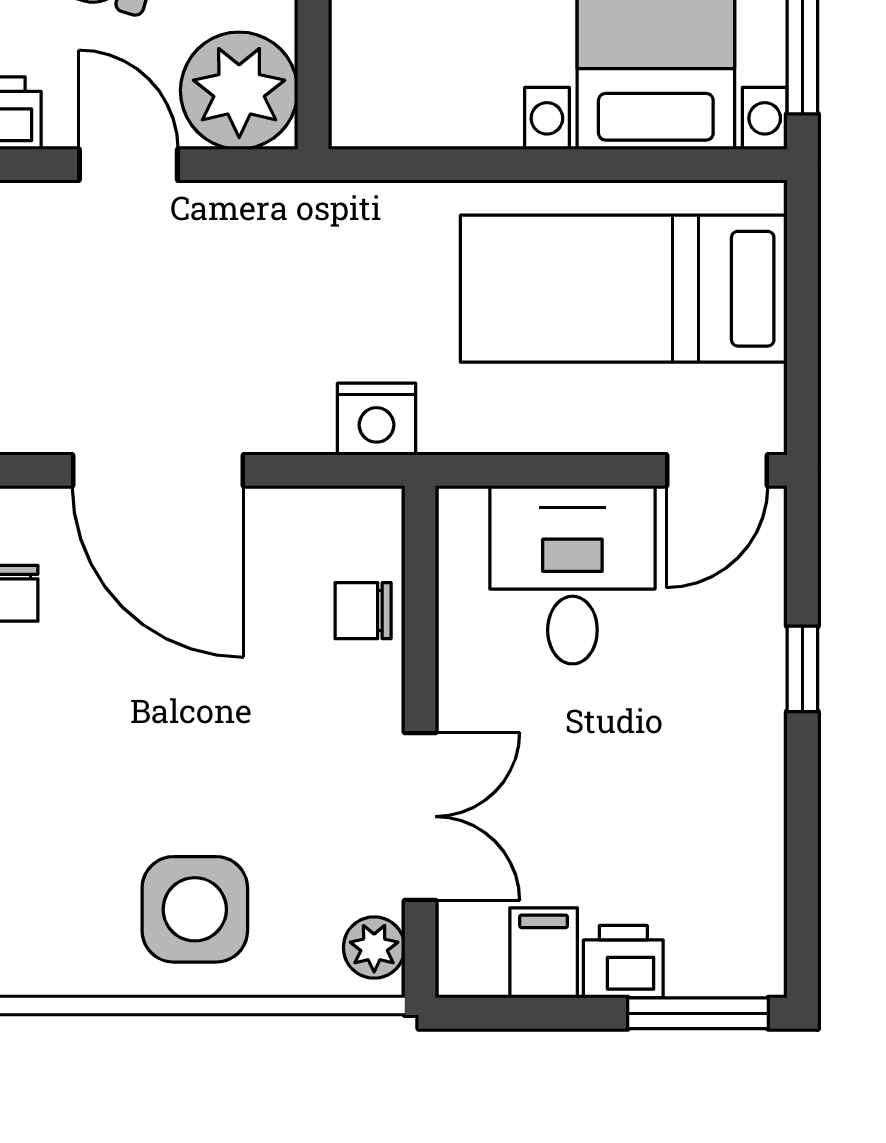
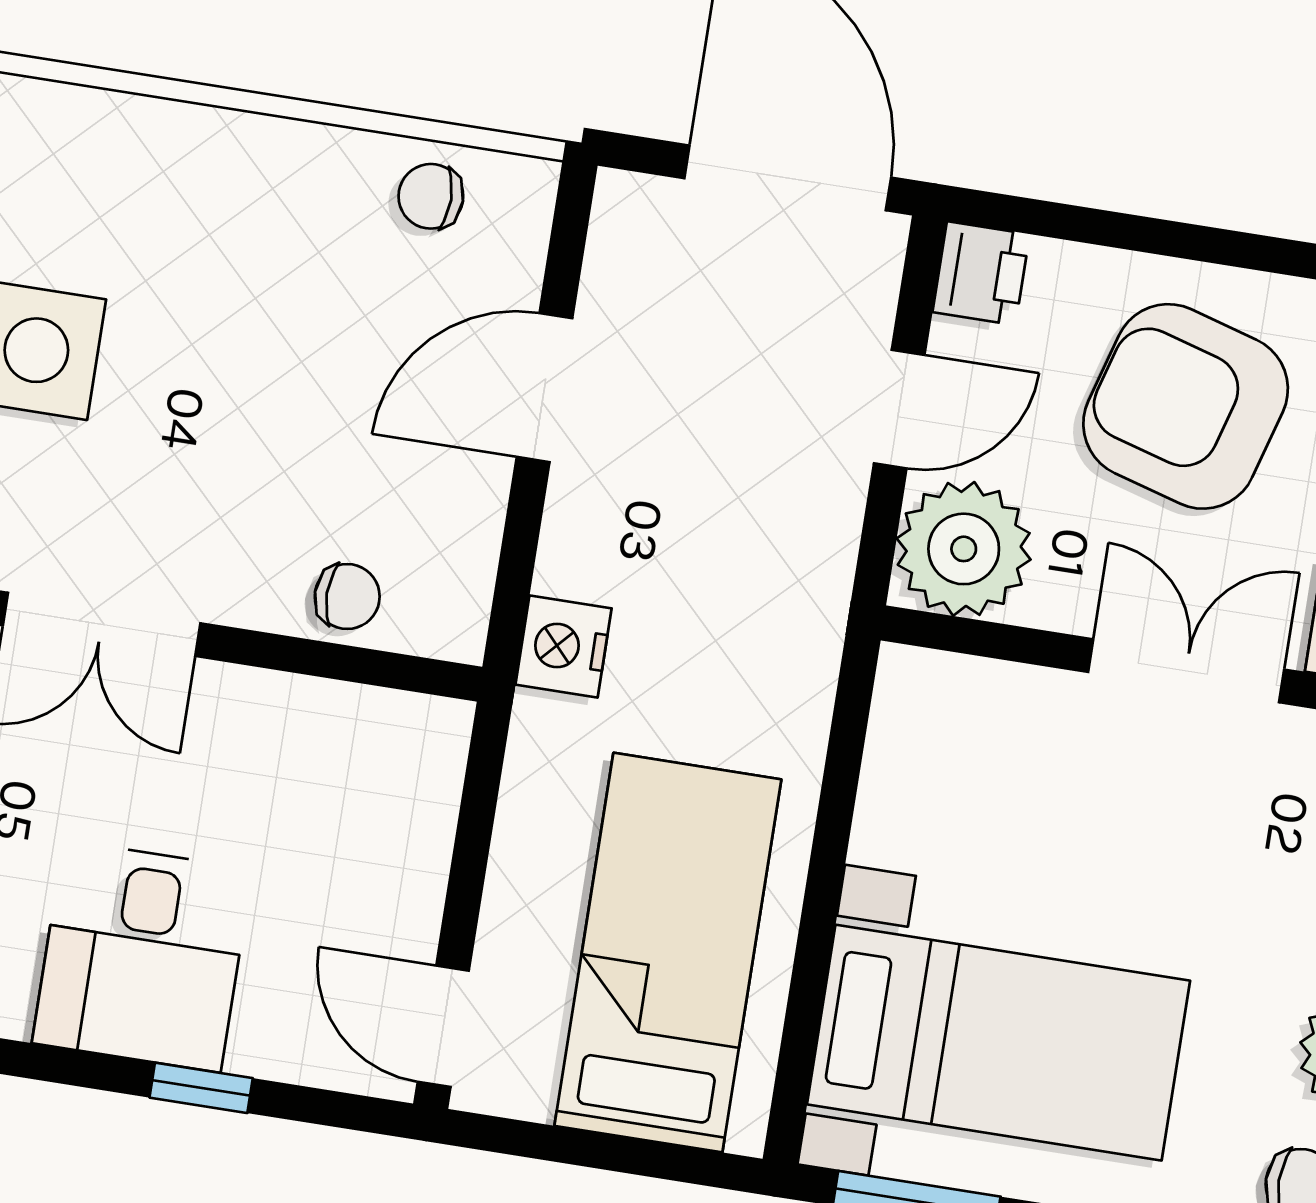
door: (158, 470) -> (544, 388), width x0.73
desk: (572, 575) -> (142, 956), moved, turned 90
chair: (363, 611) -> (347, 597), turned 90

